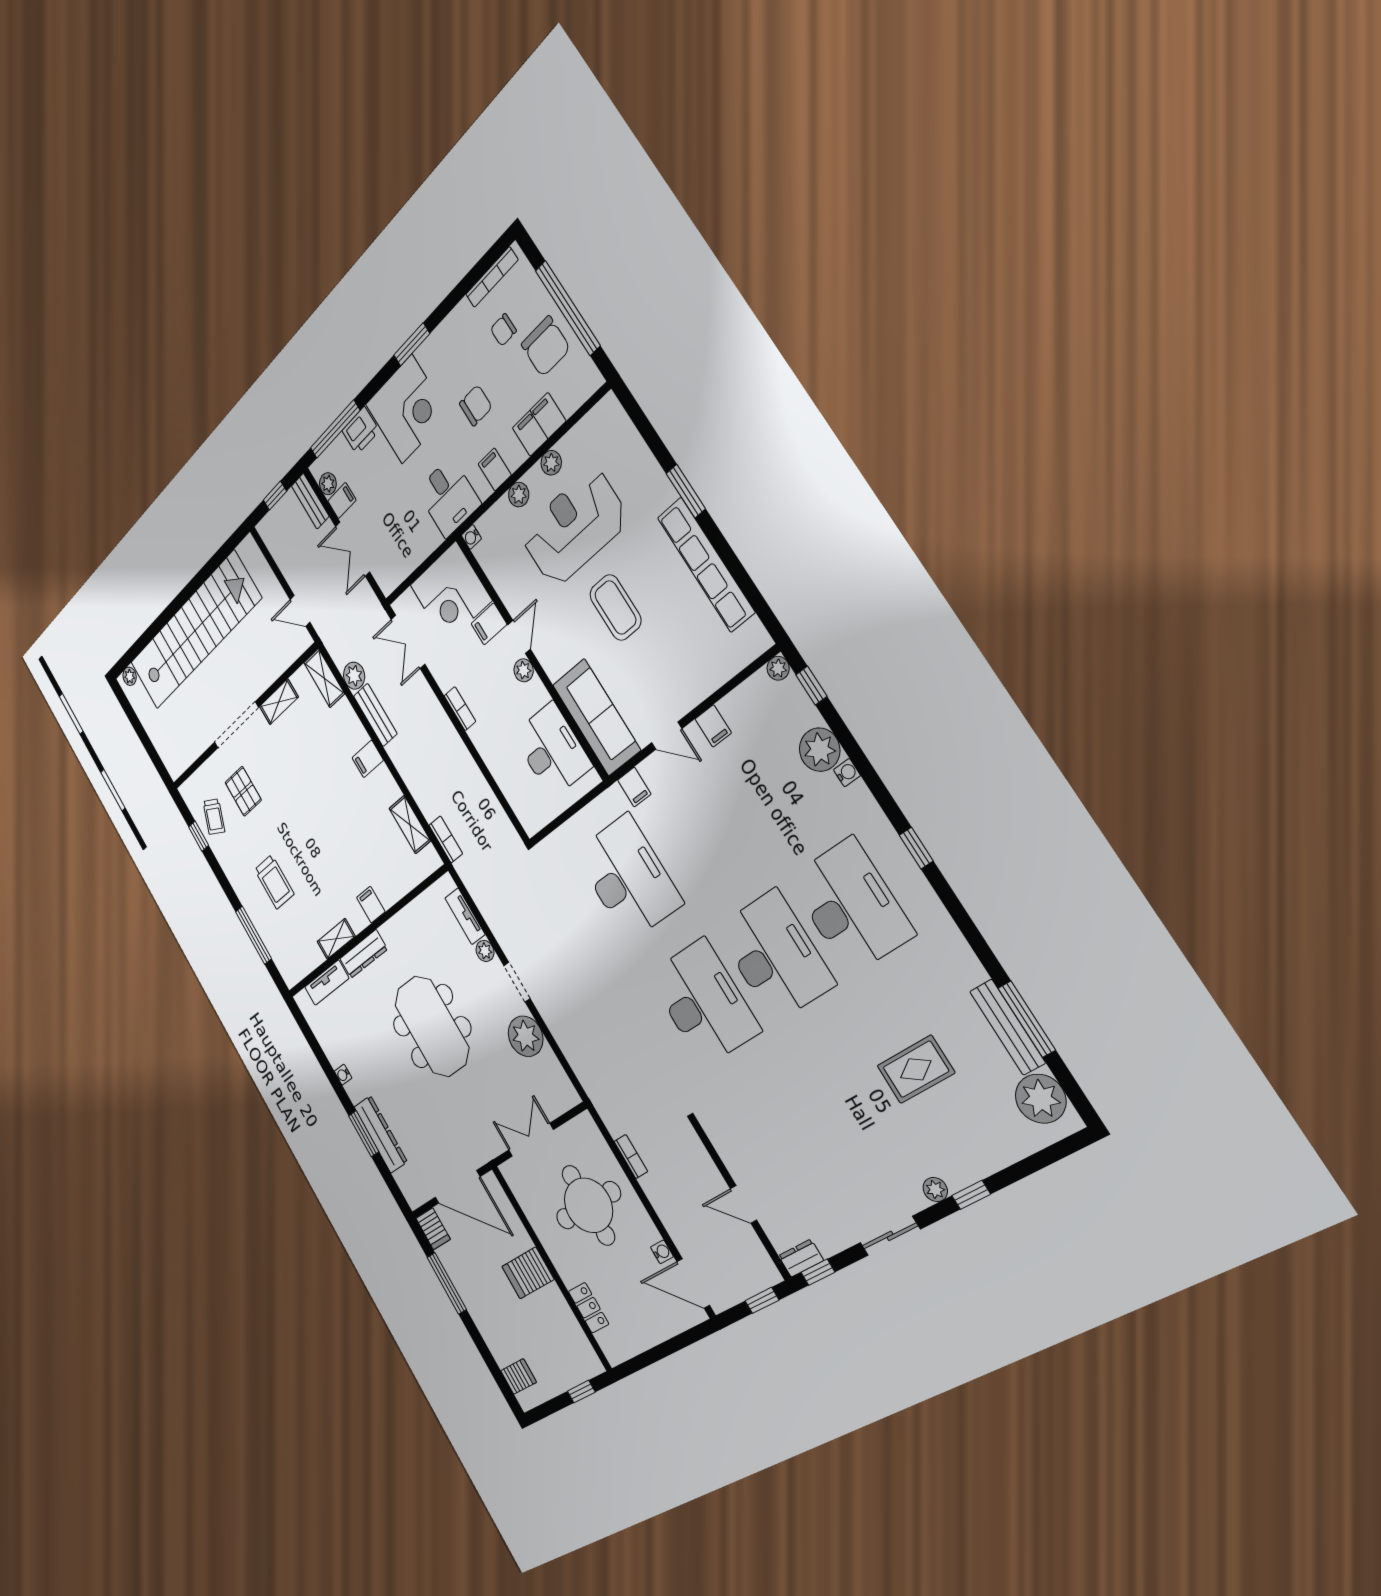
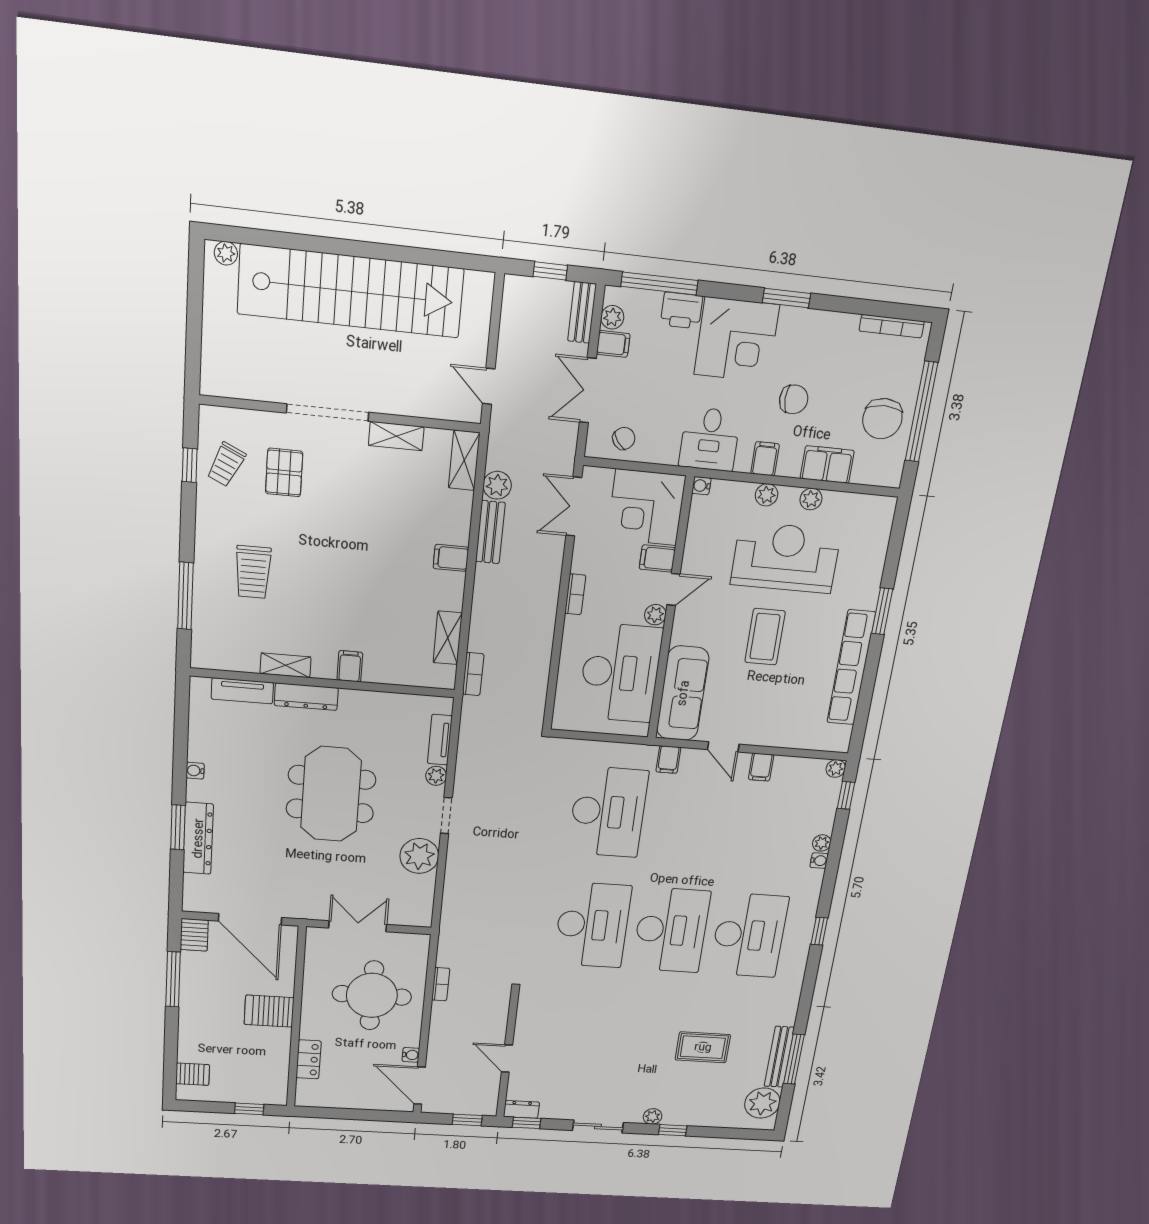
chair: (503, 330) -> (624, 438), moved, turned 142
desk: (552, 750) -> (620, 673), width x1.36, depth x1.30
plant: (820, 750) -> (822, 843), width x0.53, depth x0.53

